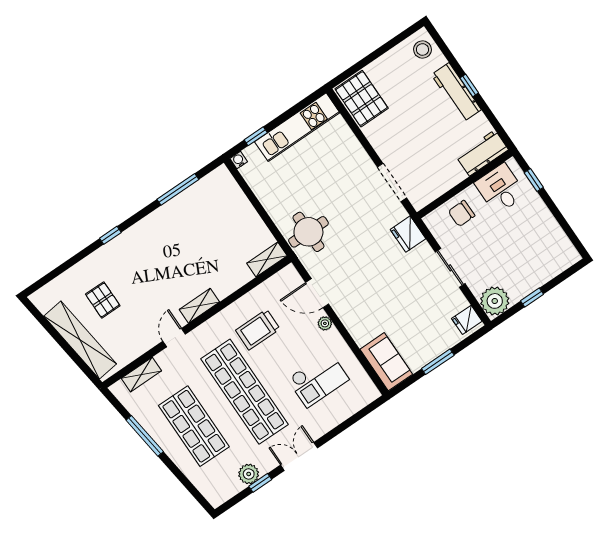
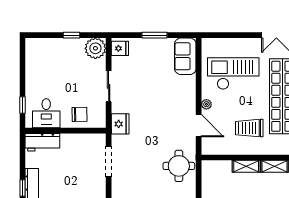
shelving: (267, 260) -> (246, 166), moved
trolley: (258, 330) -> (249, 128), turned 180
checkout: (318, 379) -> (233, 74), width x1.36, depth x1.21

